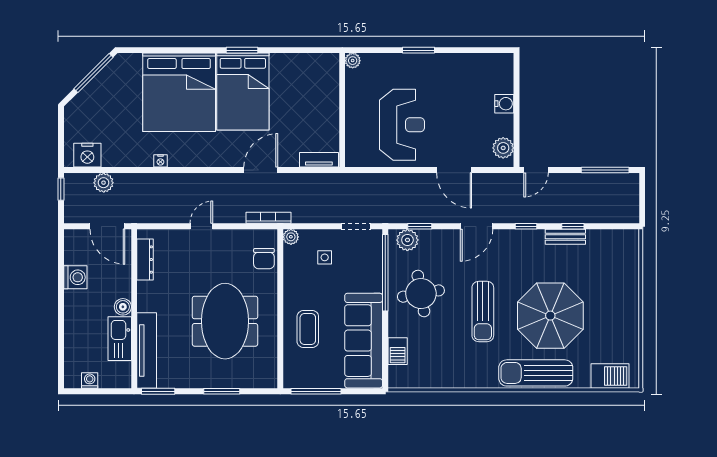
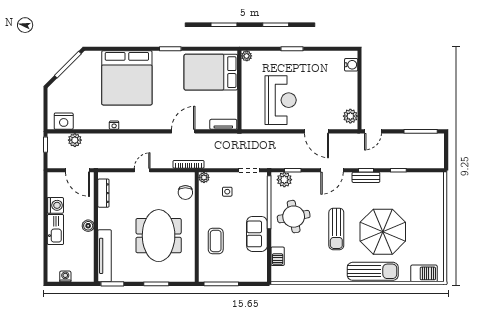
bed: (243, 91) -> (211, 72), moved, turned 90
water cooler: (504, 104) -> (351, 65), moved
bench: (565, 237) -> (366, 177), moved
kitchen sink: (120, 339) -> (55, 230), moved, turned 180
sofa: (364, 341) -> (257, 234), width x0.54, depth x0.79
sun lounger: (536, 373) -> (373, 271), turned 180

